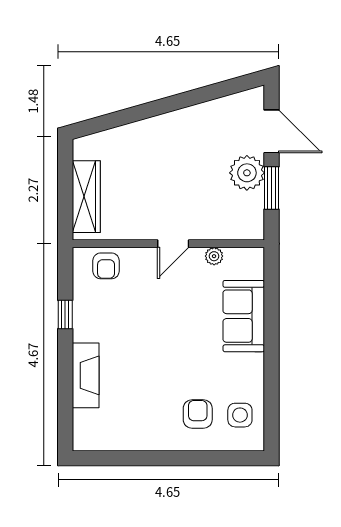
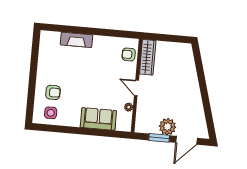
wardrobe: (86, 197) -> (148, 57), moved, turned -90
window: (65, 315) -> (107, 33), removed

